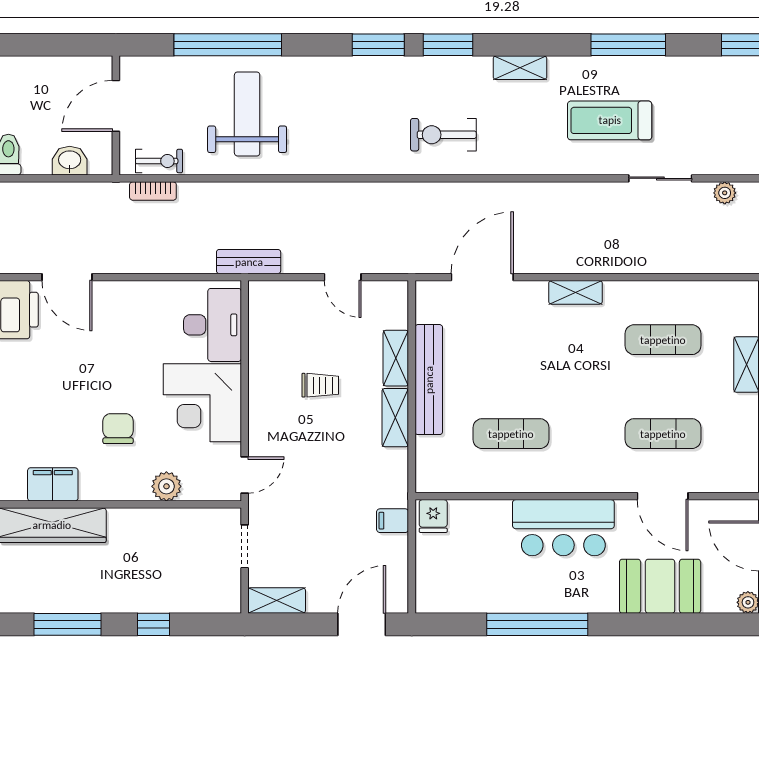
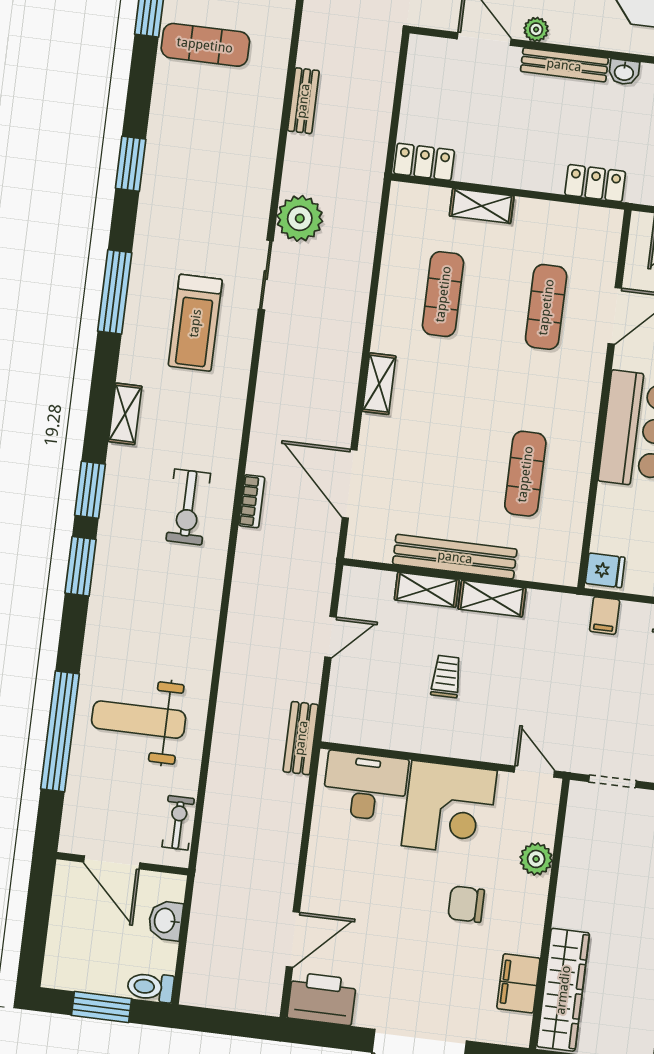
bookcase: (153, 191) -> (252, 501), moved
plant: (725, 193) -> (300, 218), width x1.87, depth x1.87

